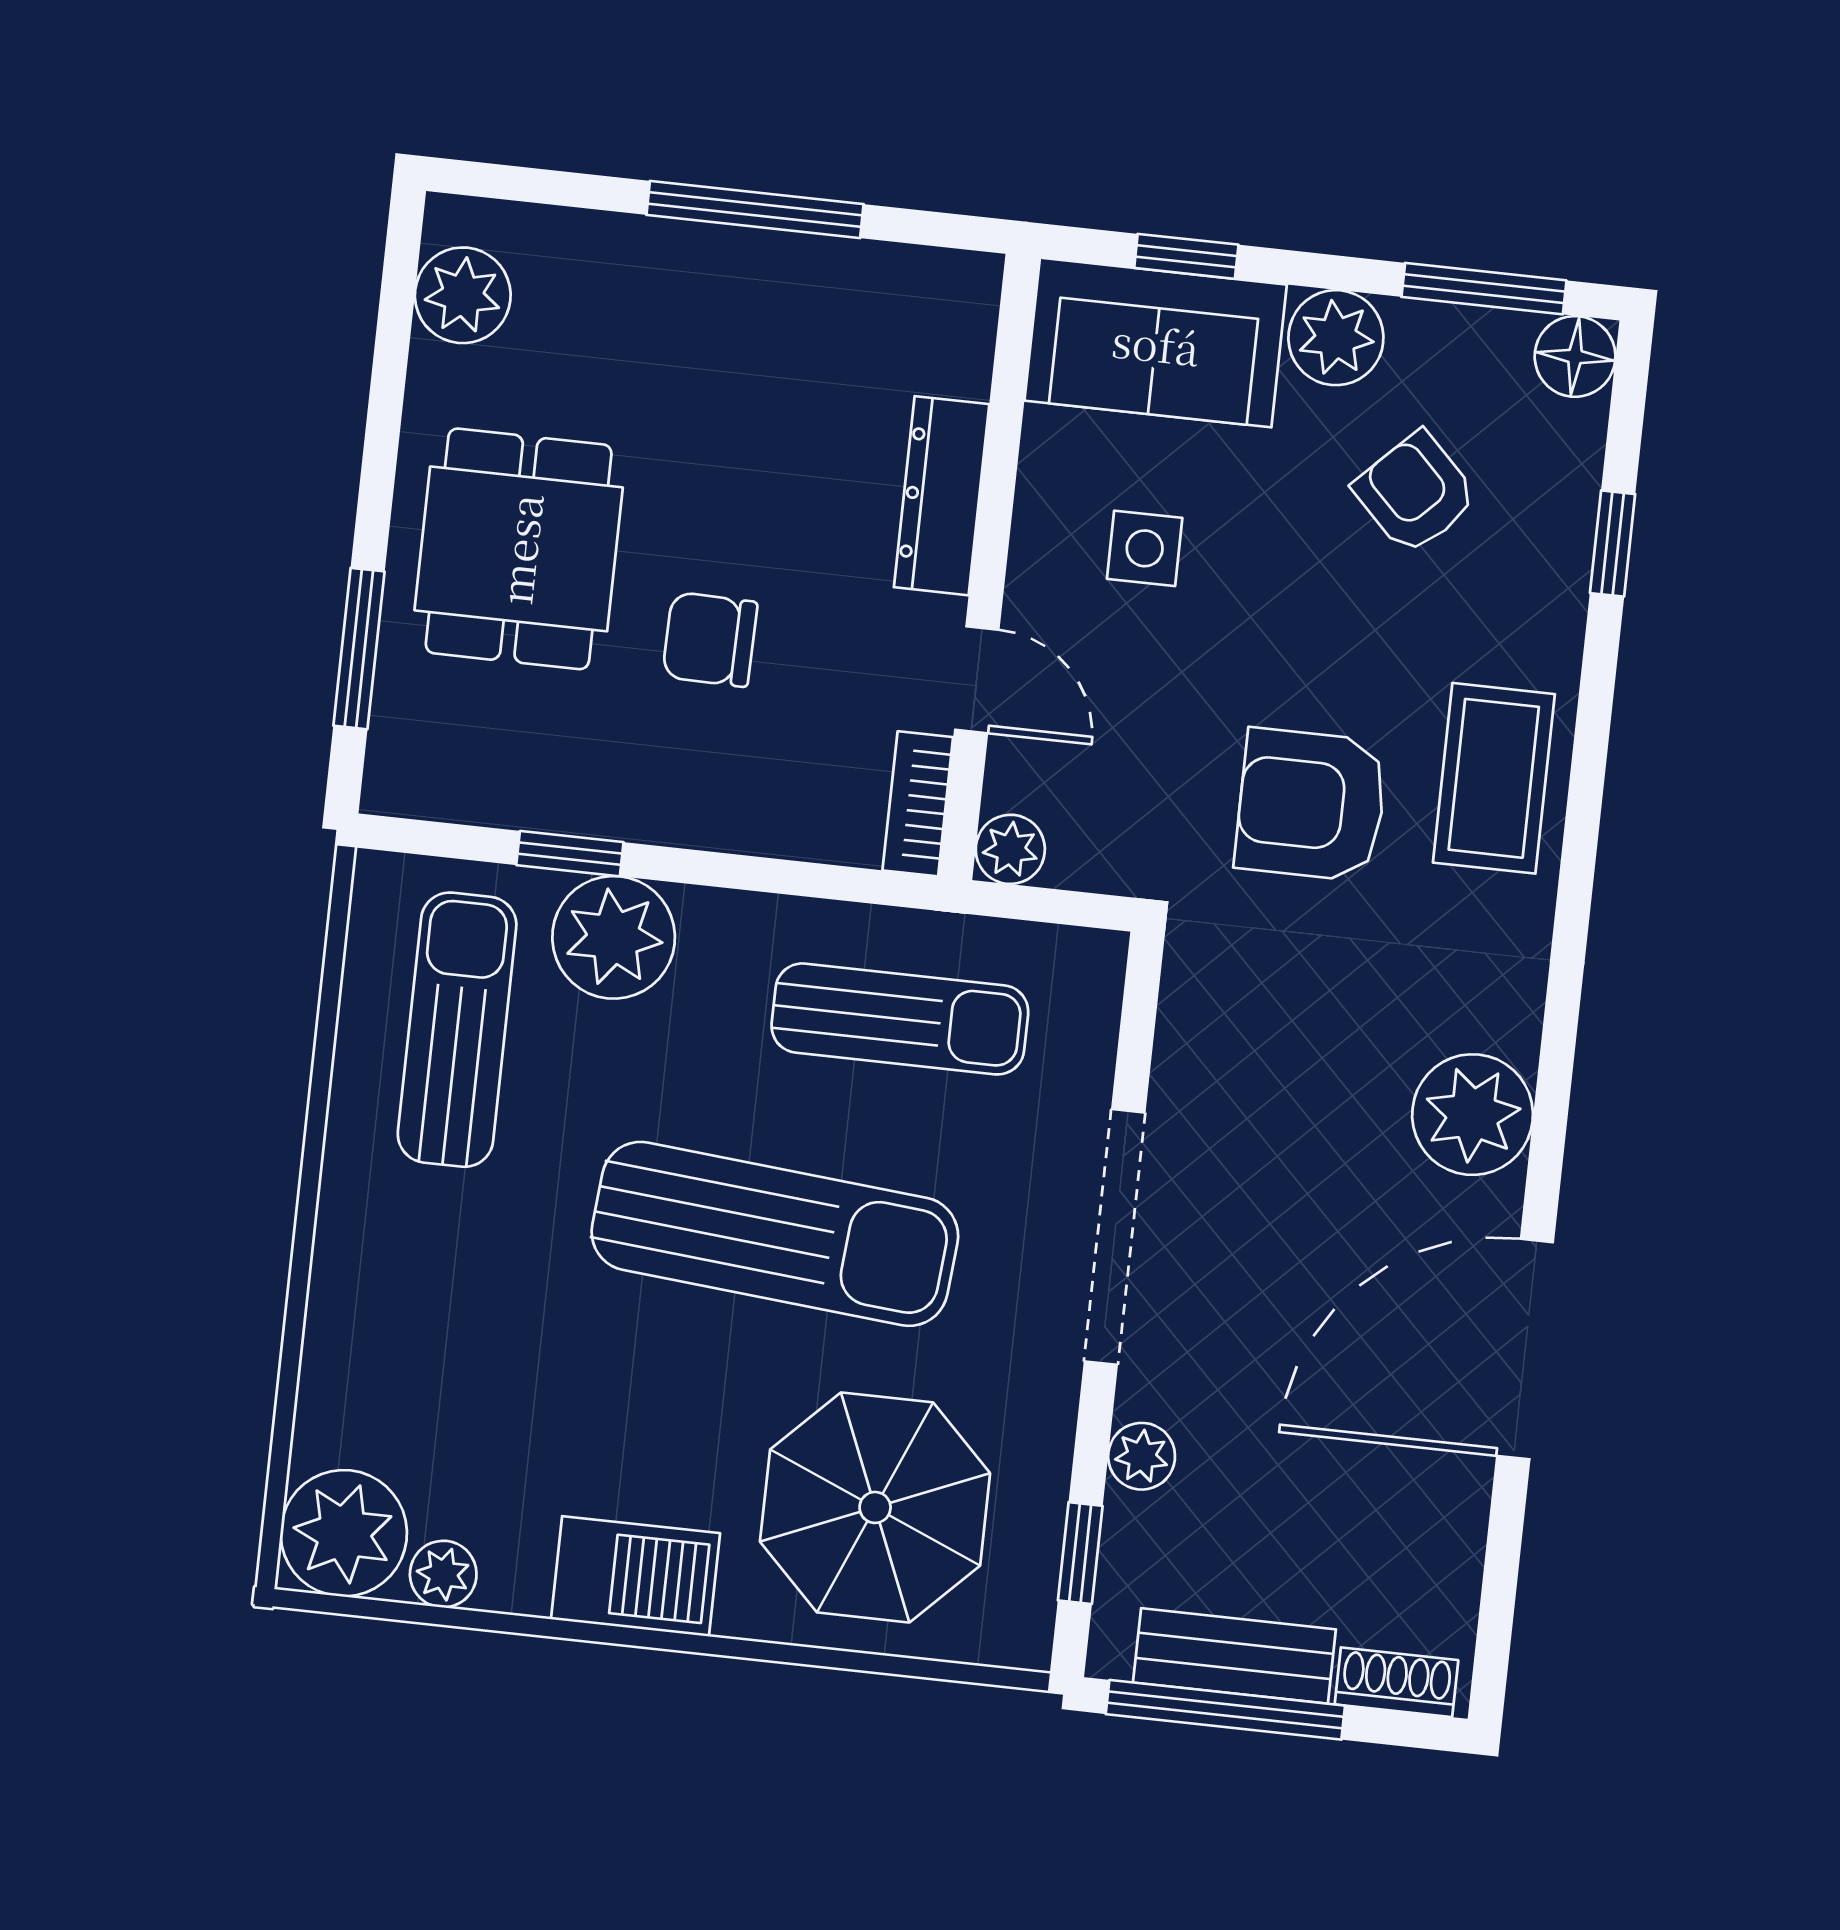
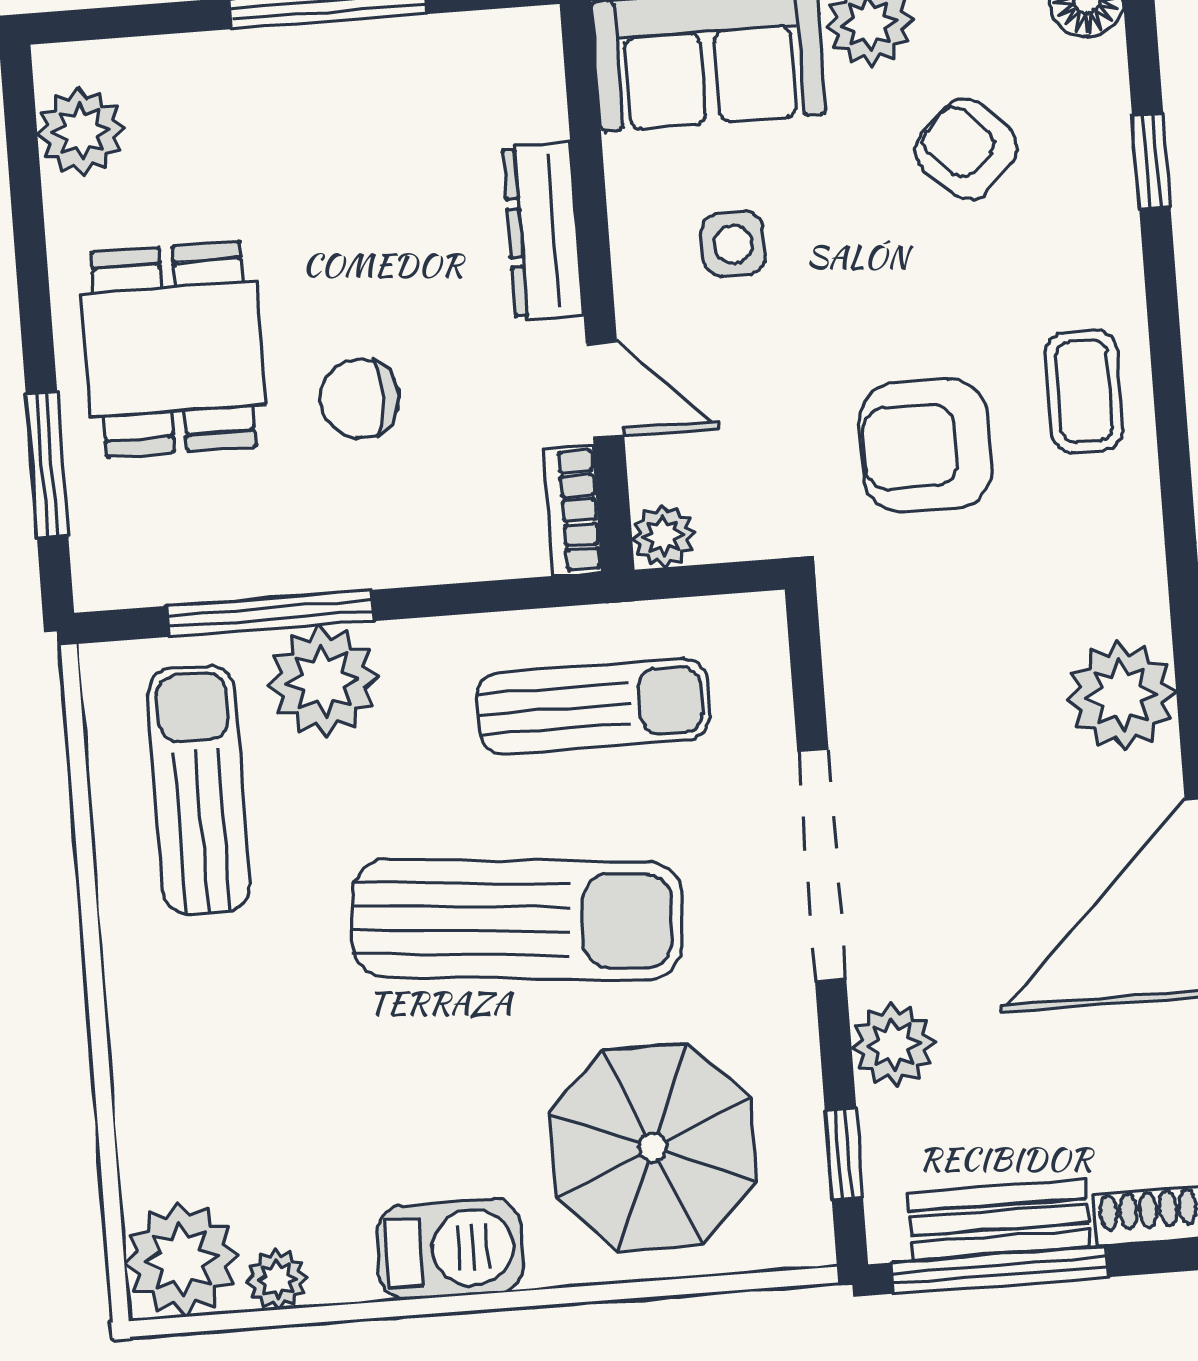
coffee table: (1494, 778) -> (1084, 391), width x0.73, depth x0.77
window: (570, 854) -> (270, 613), width x2.17
plant: (1142, 1456) -> (893, 1045), width x1.38, depth x1.38

